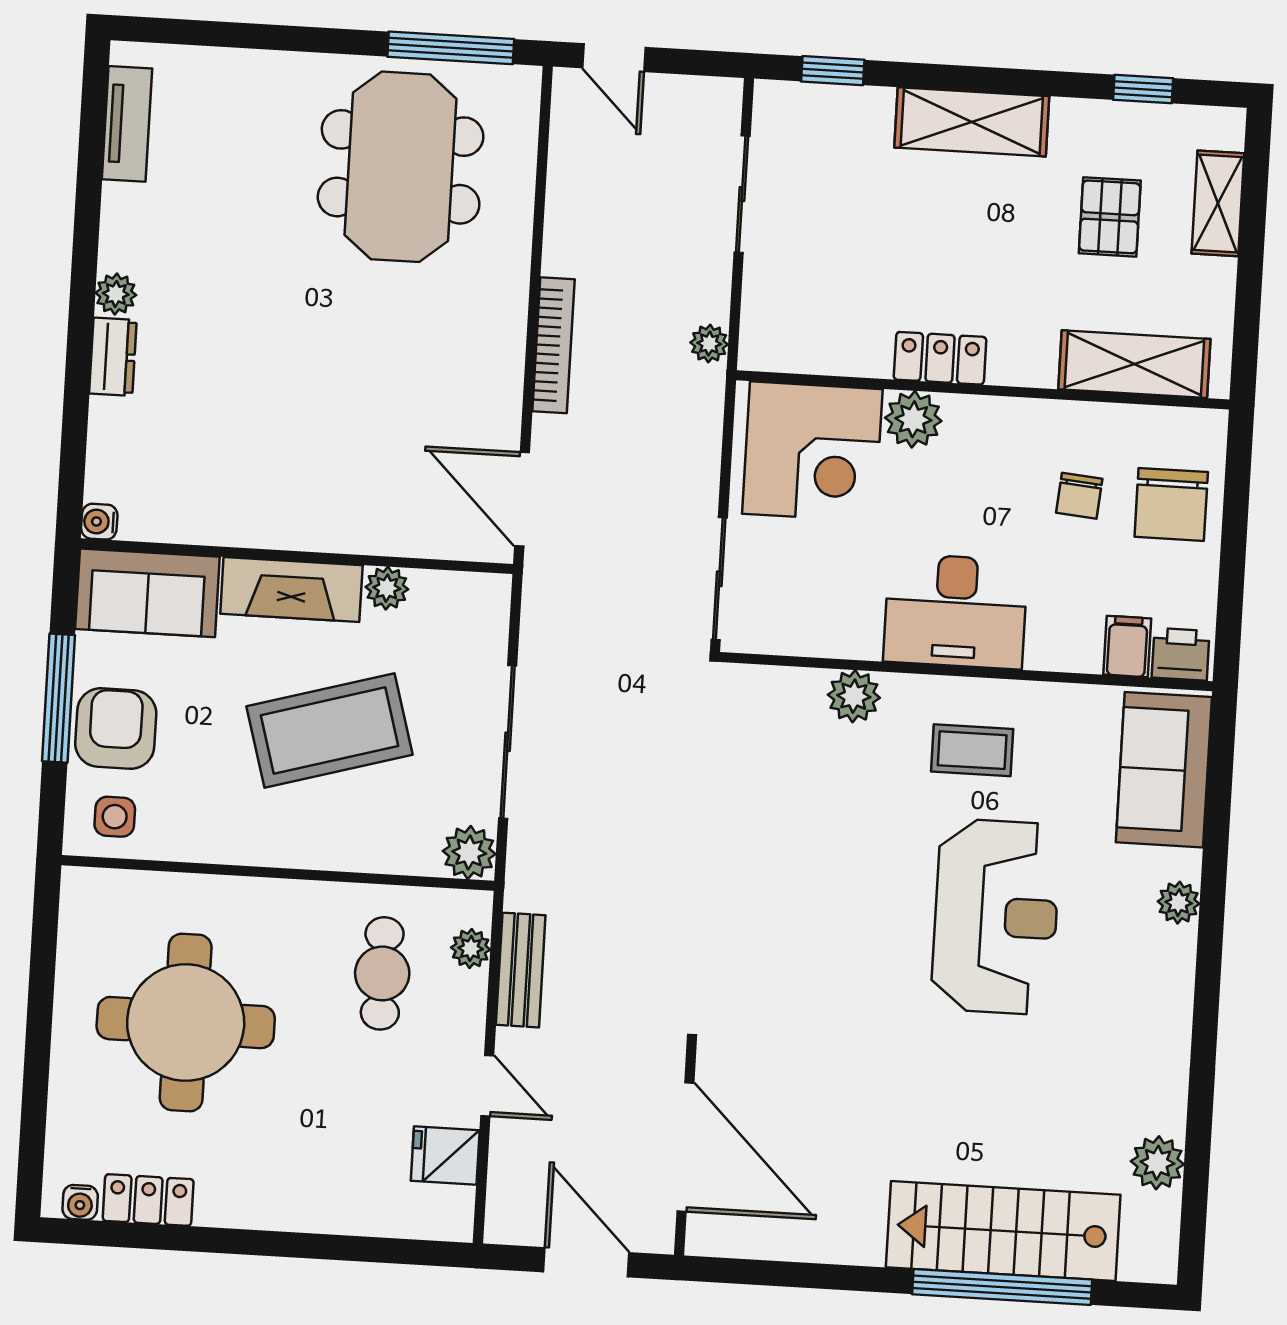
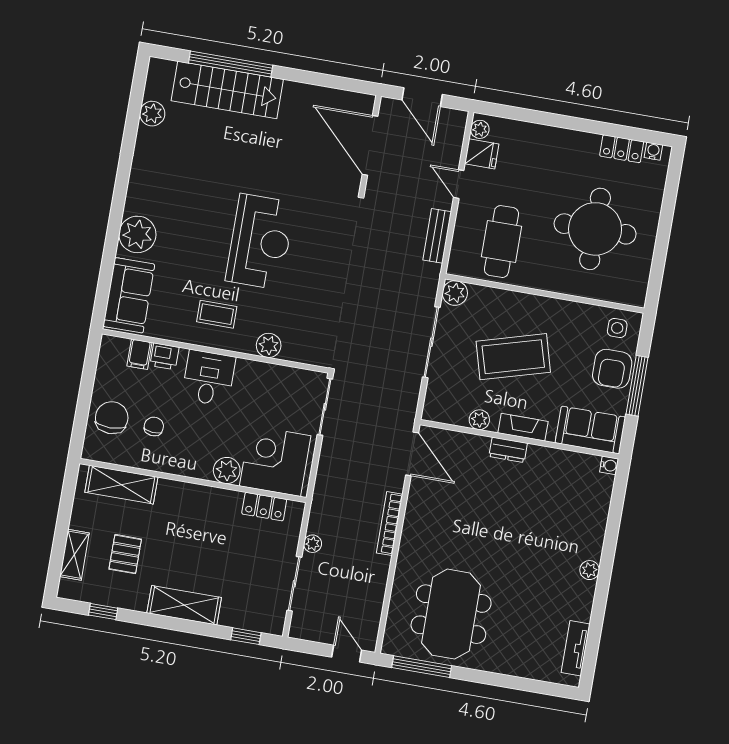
plant: (709, 343) -> (313, 544), moved
dresser: (113, 357) -> (508, 450), moved, turned -90
locker: (940, 358) -> (264, 507), moved
fireplace: (291, 589) -> (523, 427), width x0.73, depth x0.76
desk: (955, 611) -> (208, 378), width x0.73
printer: (1181, 654) -> (164, 356), moved
plant: (1179, 903) -> (137, 234), width x1.87, depth x1.87
reception desk: (996, 917) -> (260, 242), moved, turned 180
plant: (471, 948) -> (480, 129), moved
cafe table: (382, 973) -> (501, 242), width x1.37, depth x1.35

